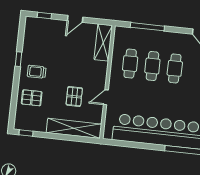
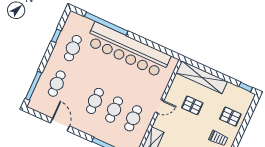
pallet: (74, 96) -> (192, 105), turned 90
door: (106, 97) -> (160, 107), moved

